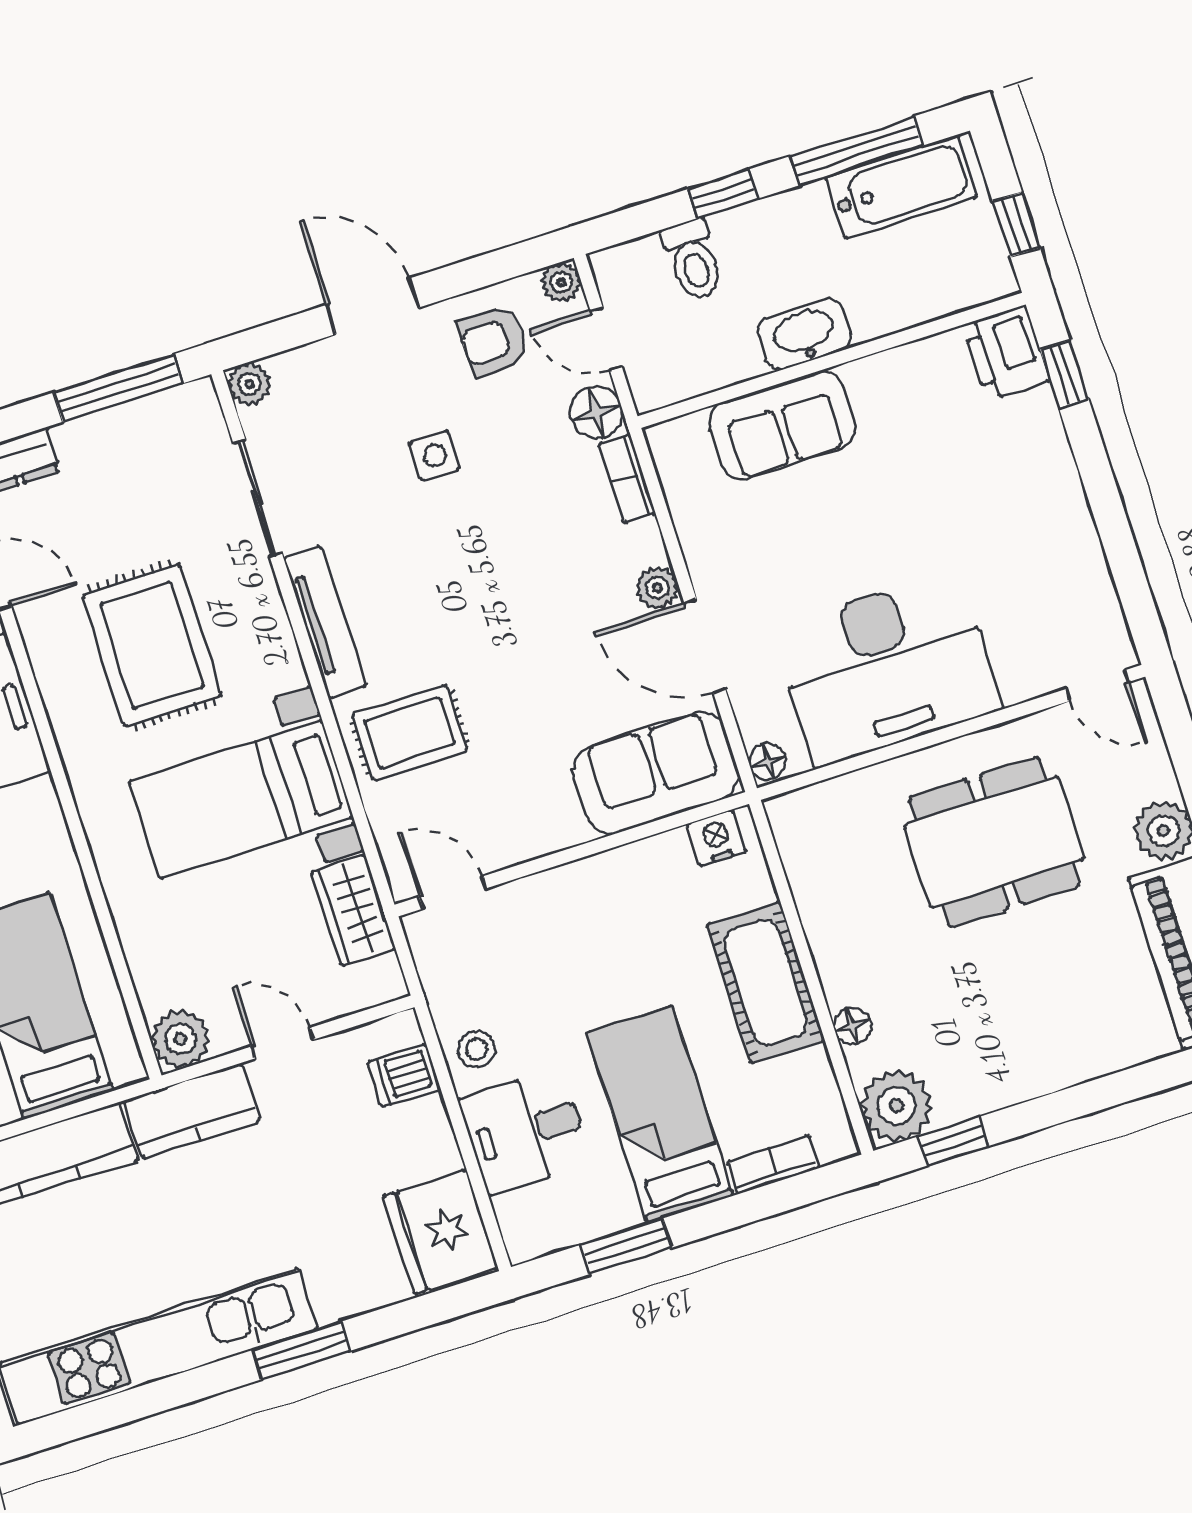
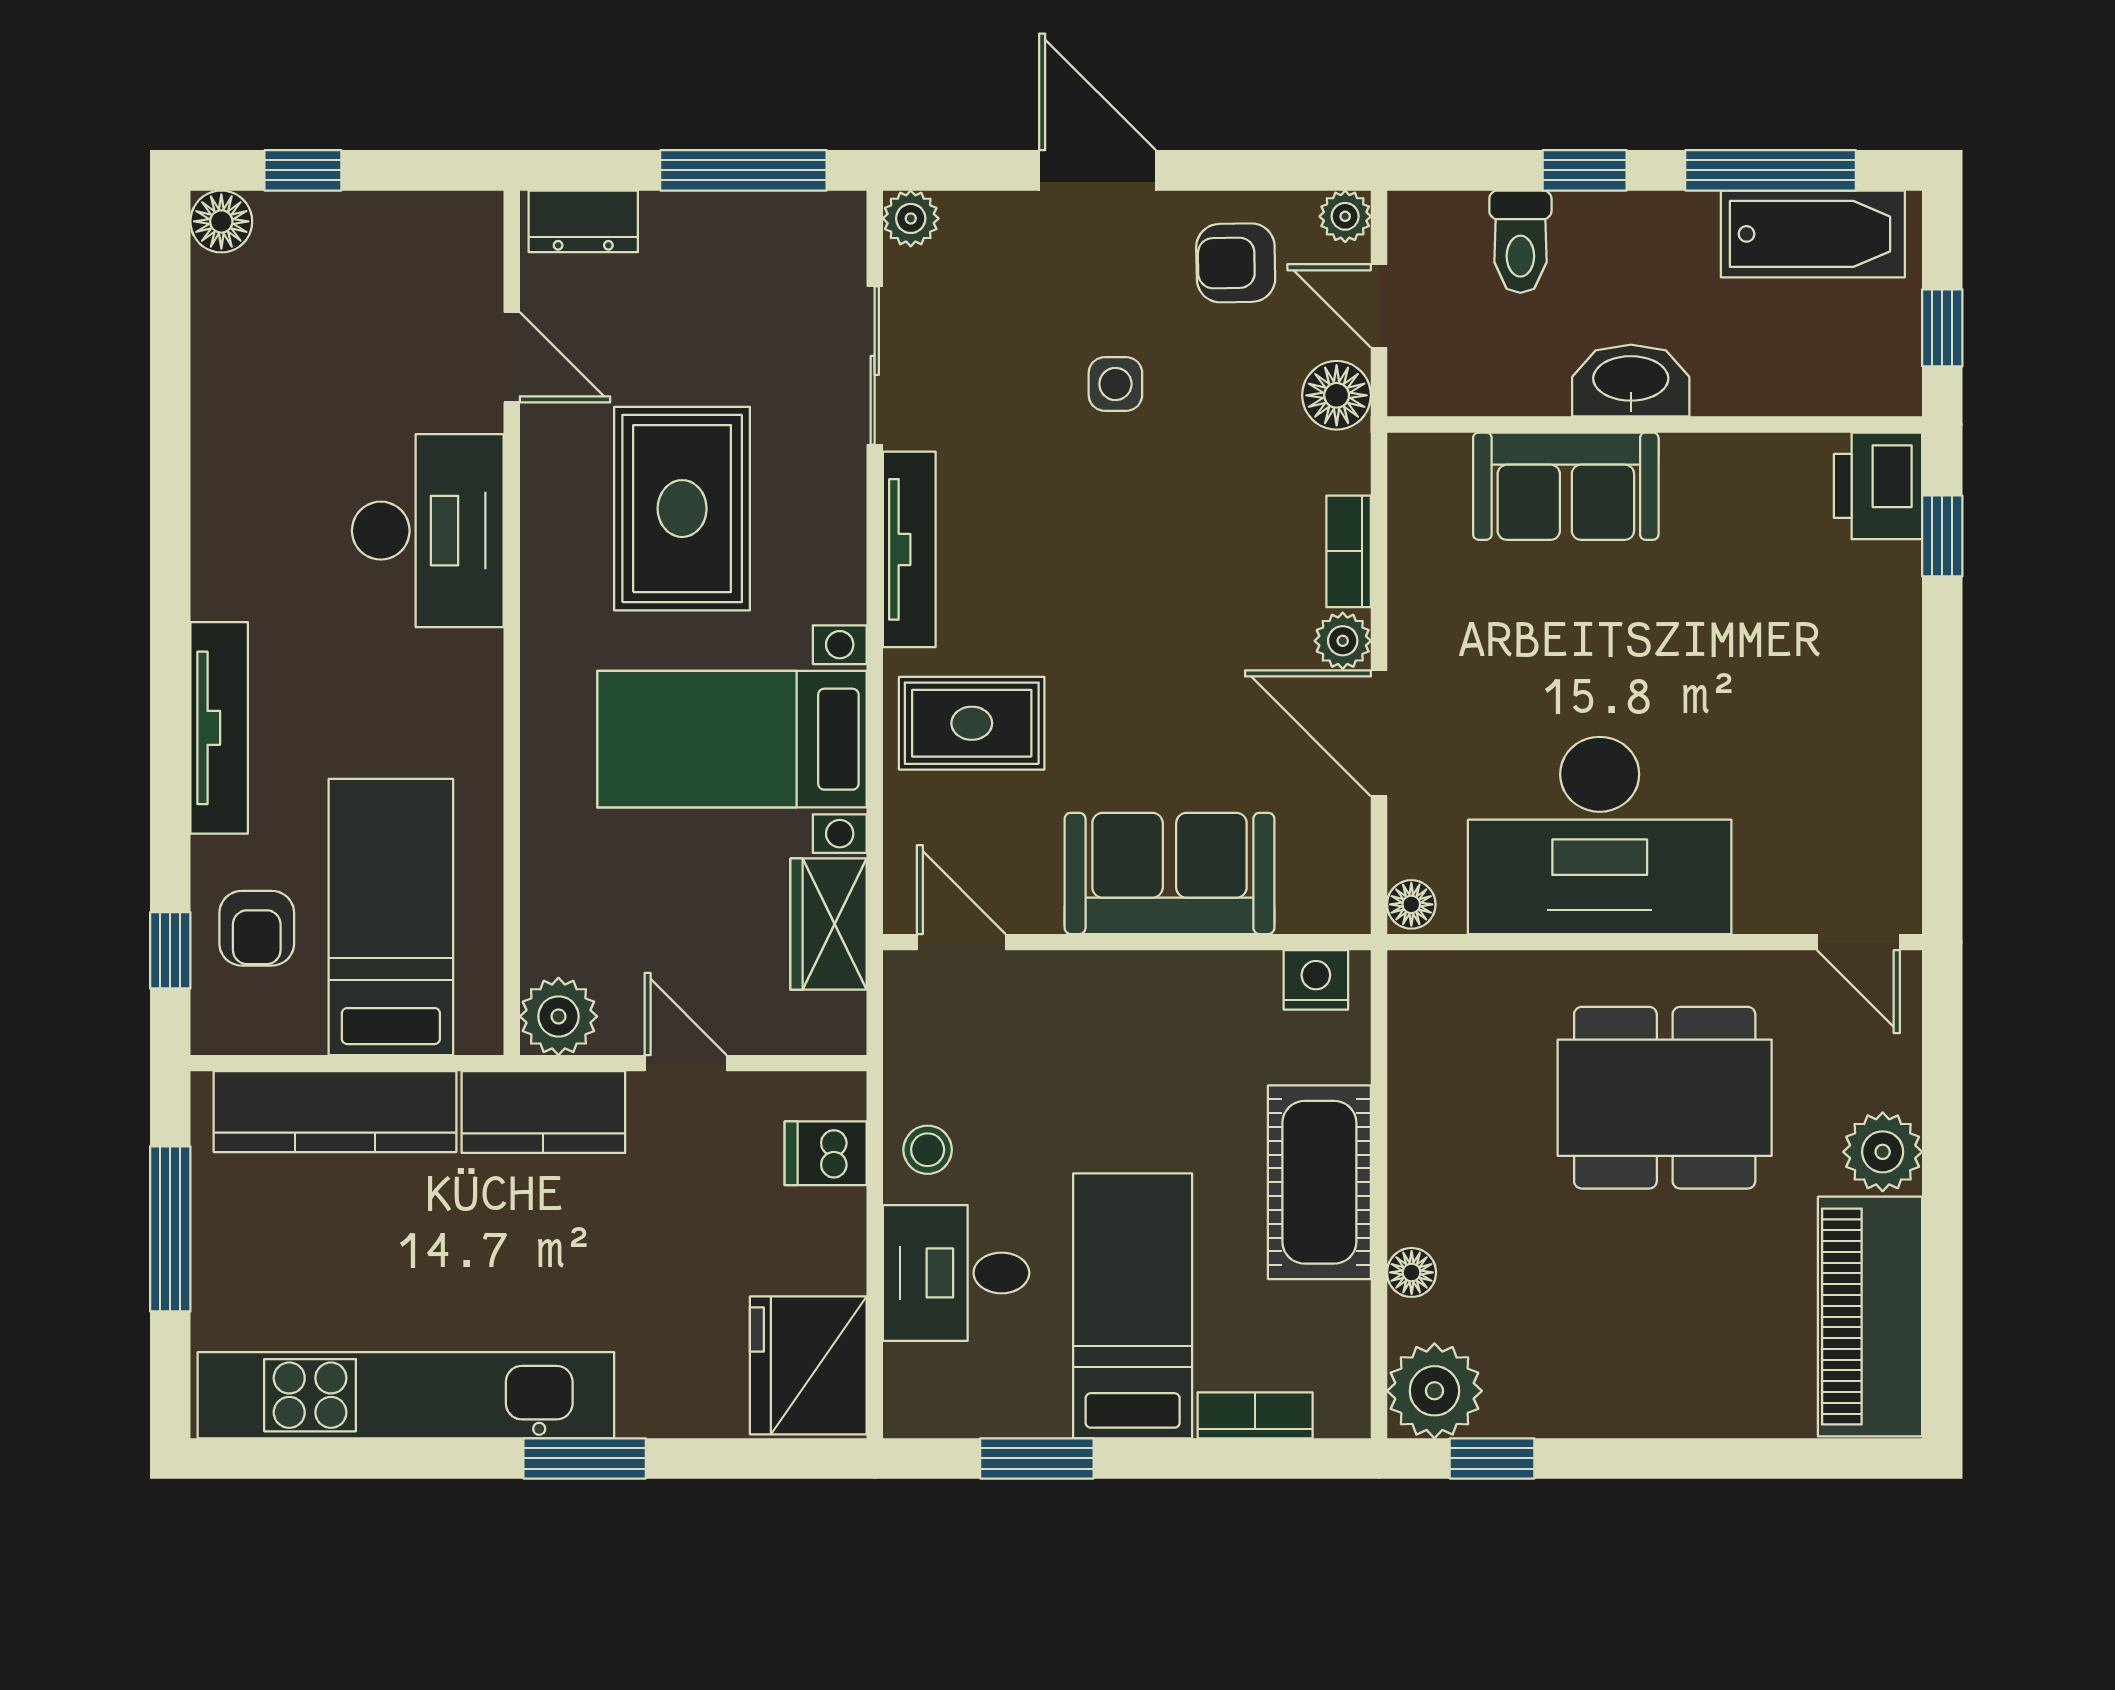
bookcase: (627, 479) -> (1349, 551), moved
sofa: (656, 773) -> (1169, 873), moved

